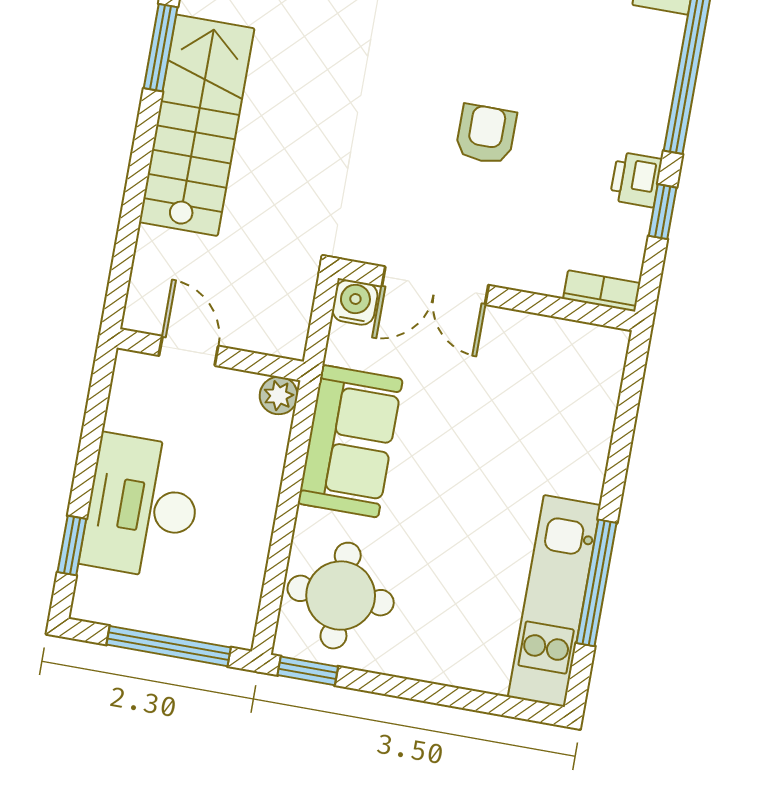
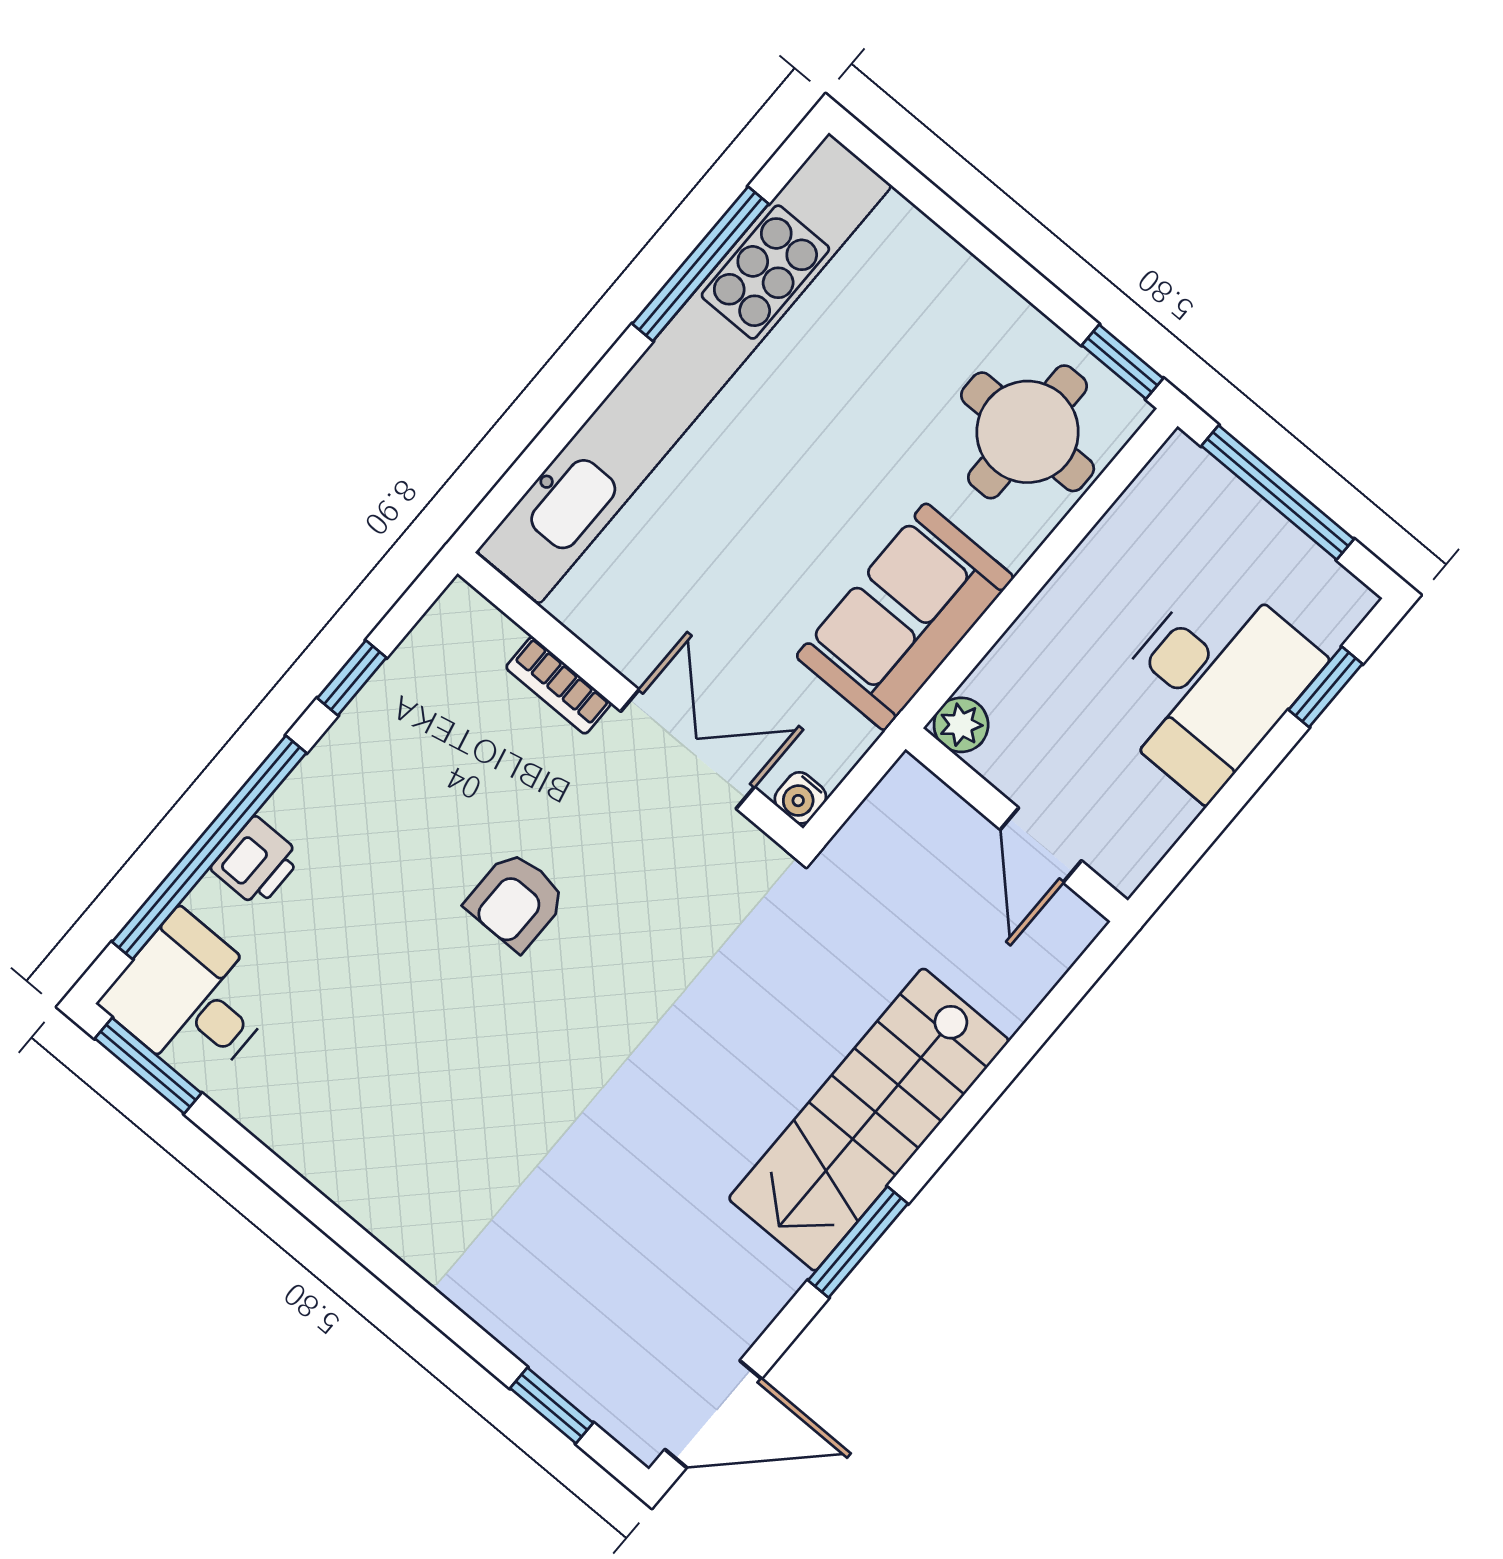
printer: (636, 179) -> (257, 862), moved
bookcase: (602, 291) -> (558, 685), moved
water cooler: (355, 302) -> (800, 798), width x0.72, depth x0.72
kitchen unit: (554, 601) -> (684, 368), width x1.86

